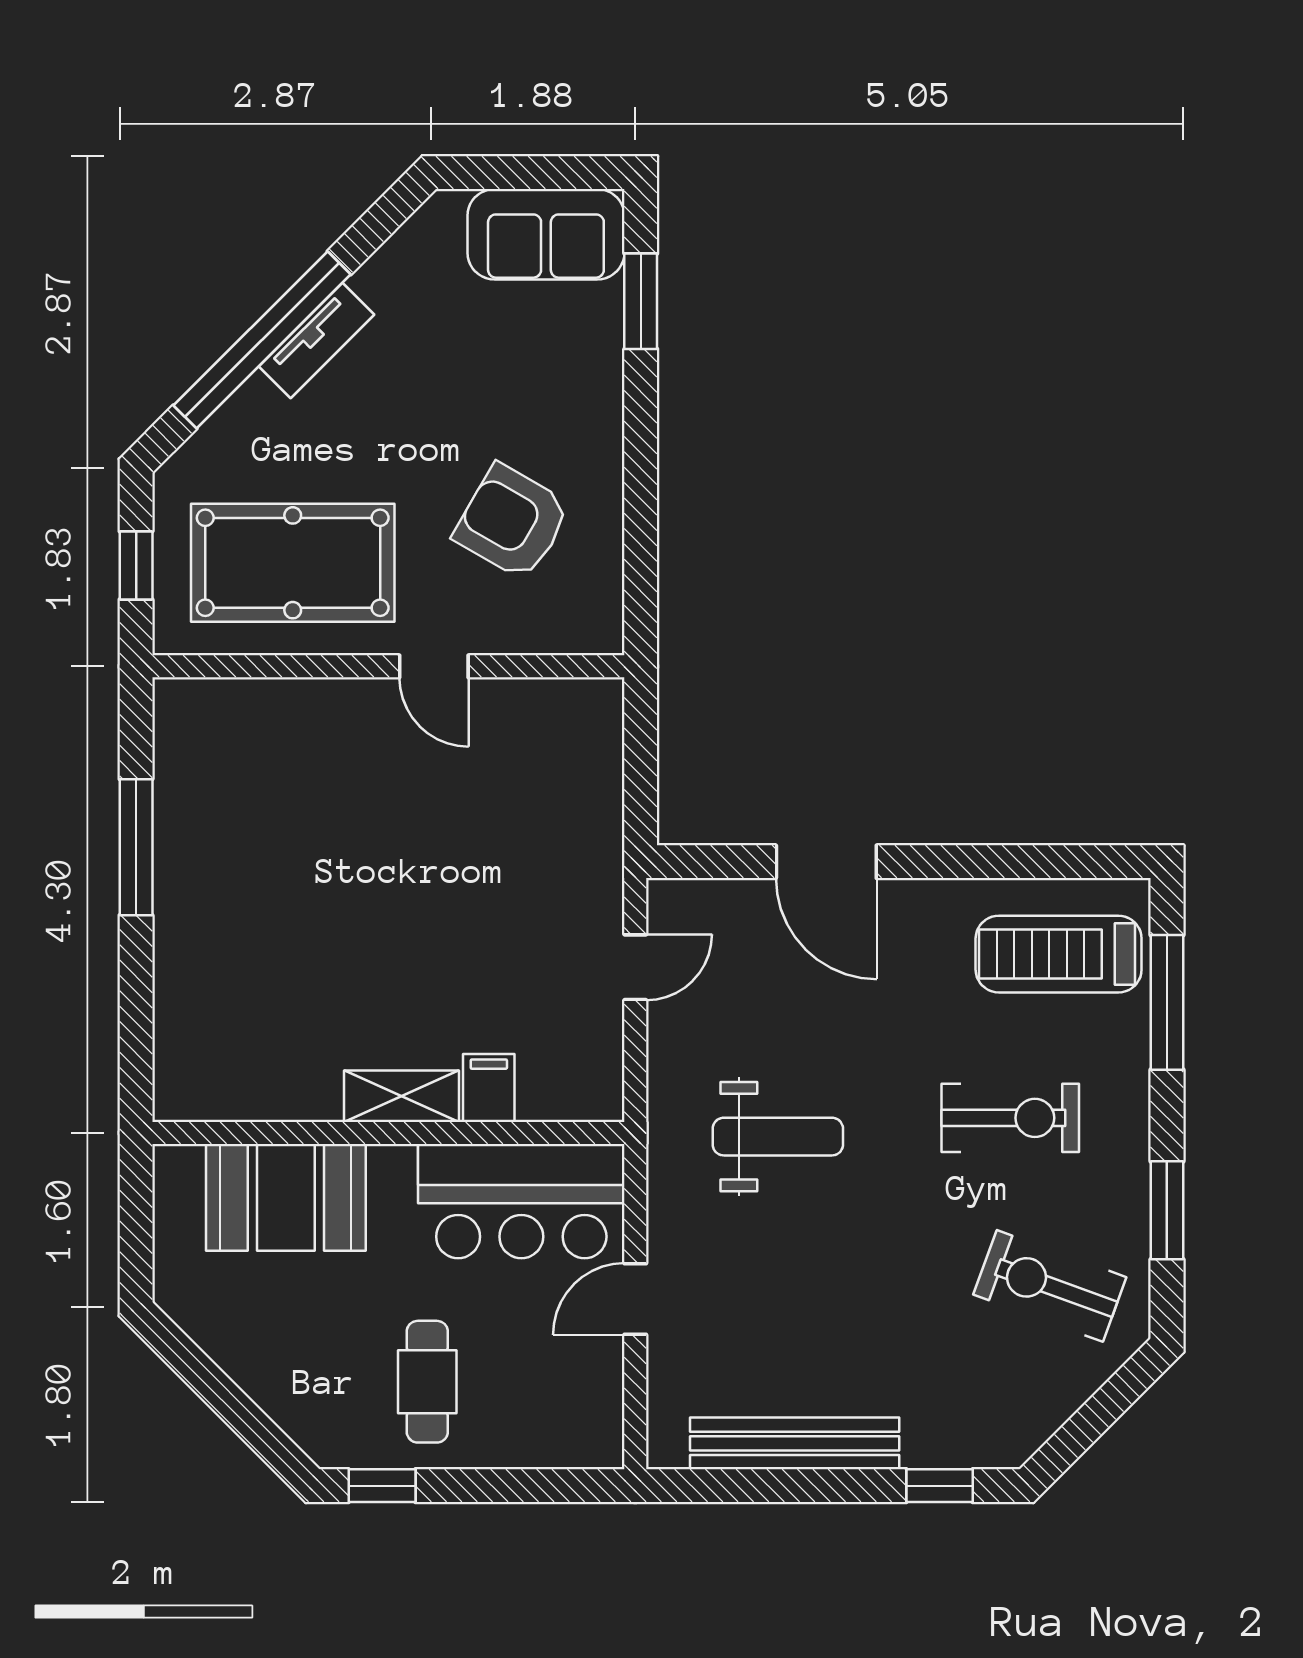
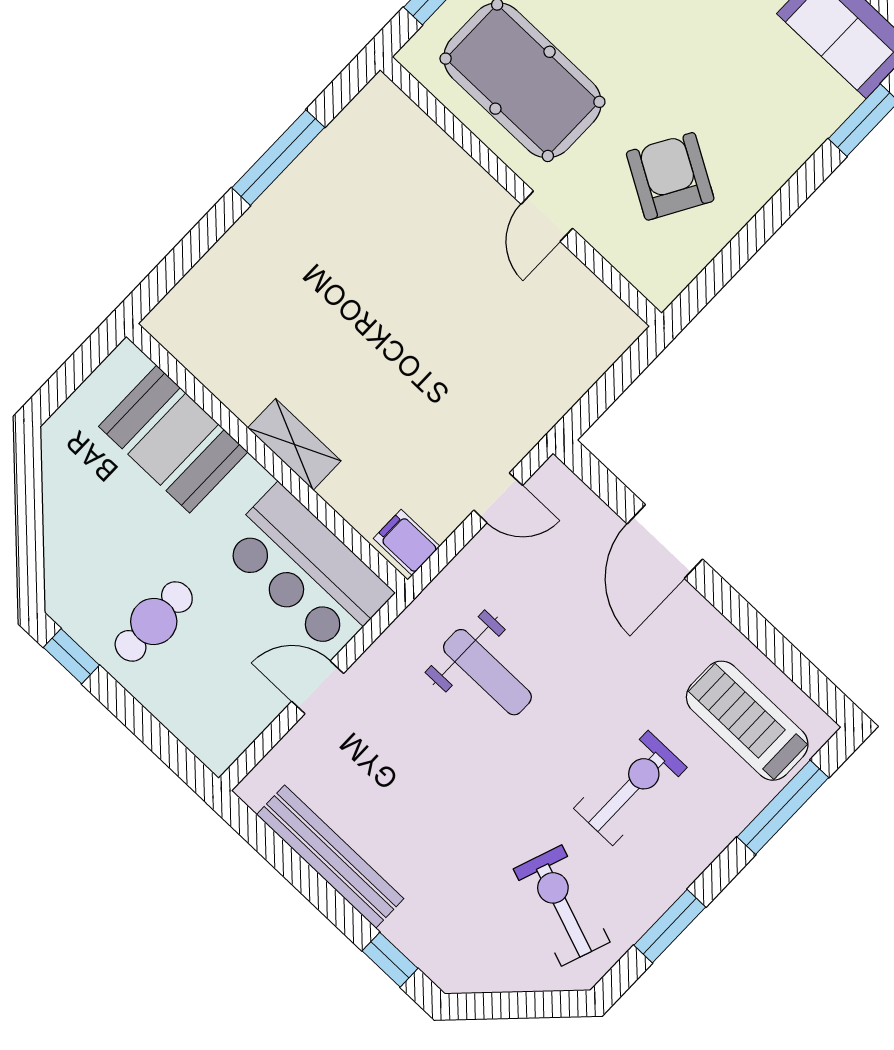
filing cabinet: (489, 1088) -> (407, 542), moved, turned -90
exercise bike: (1010, 1118) -> (630, 788), turned -90

